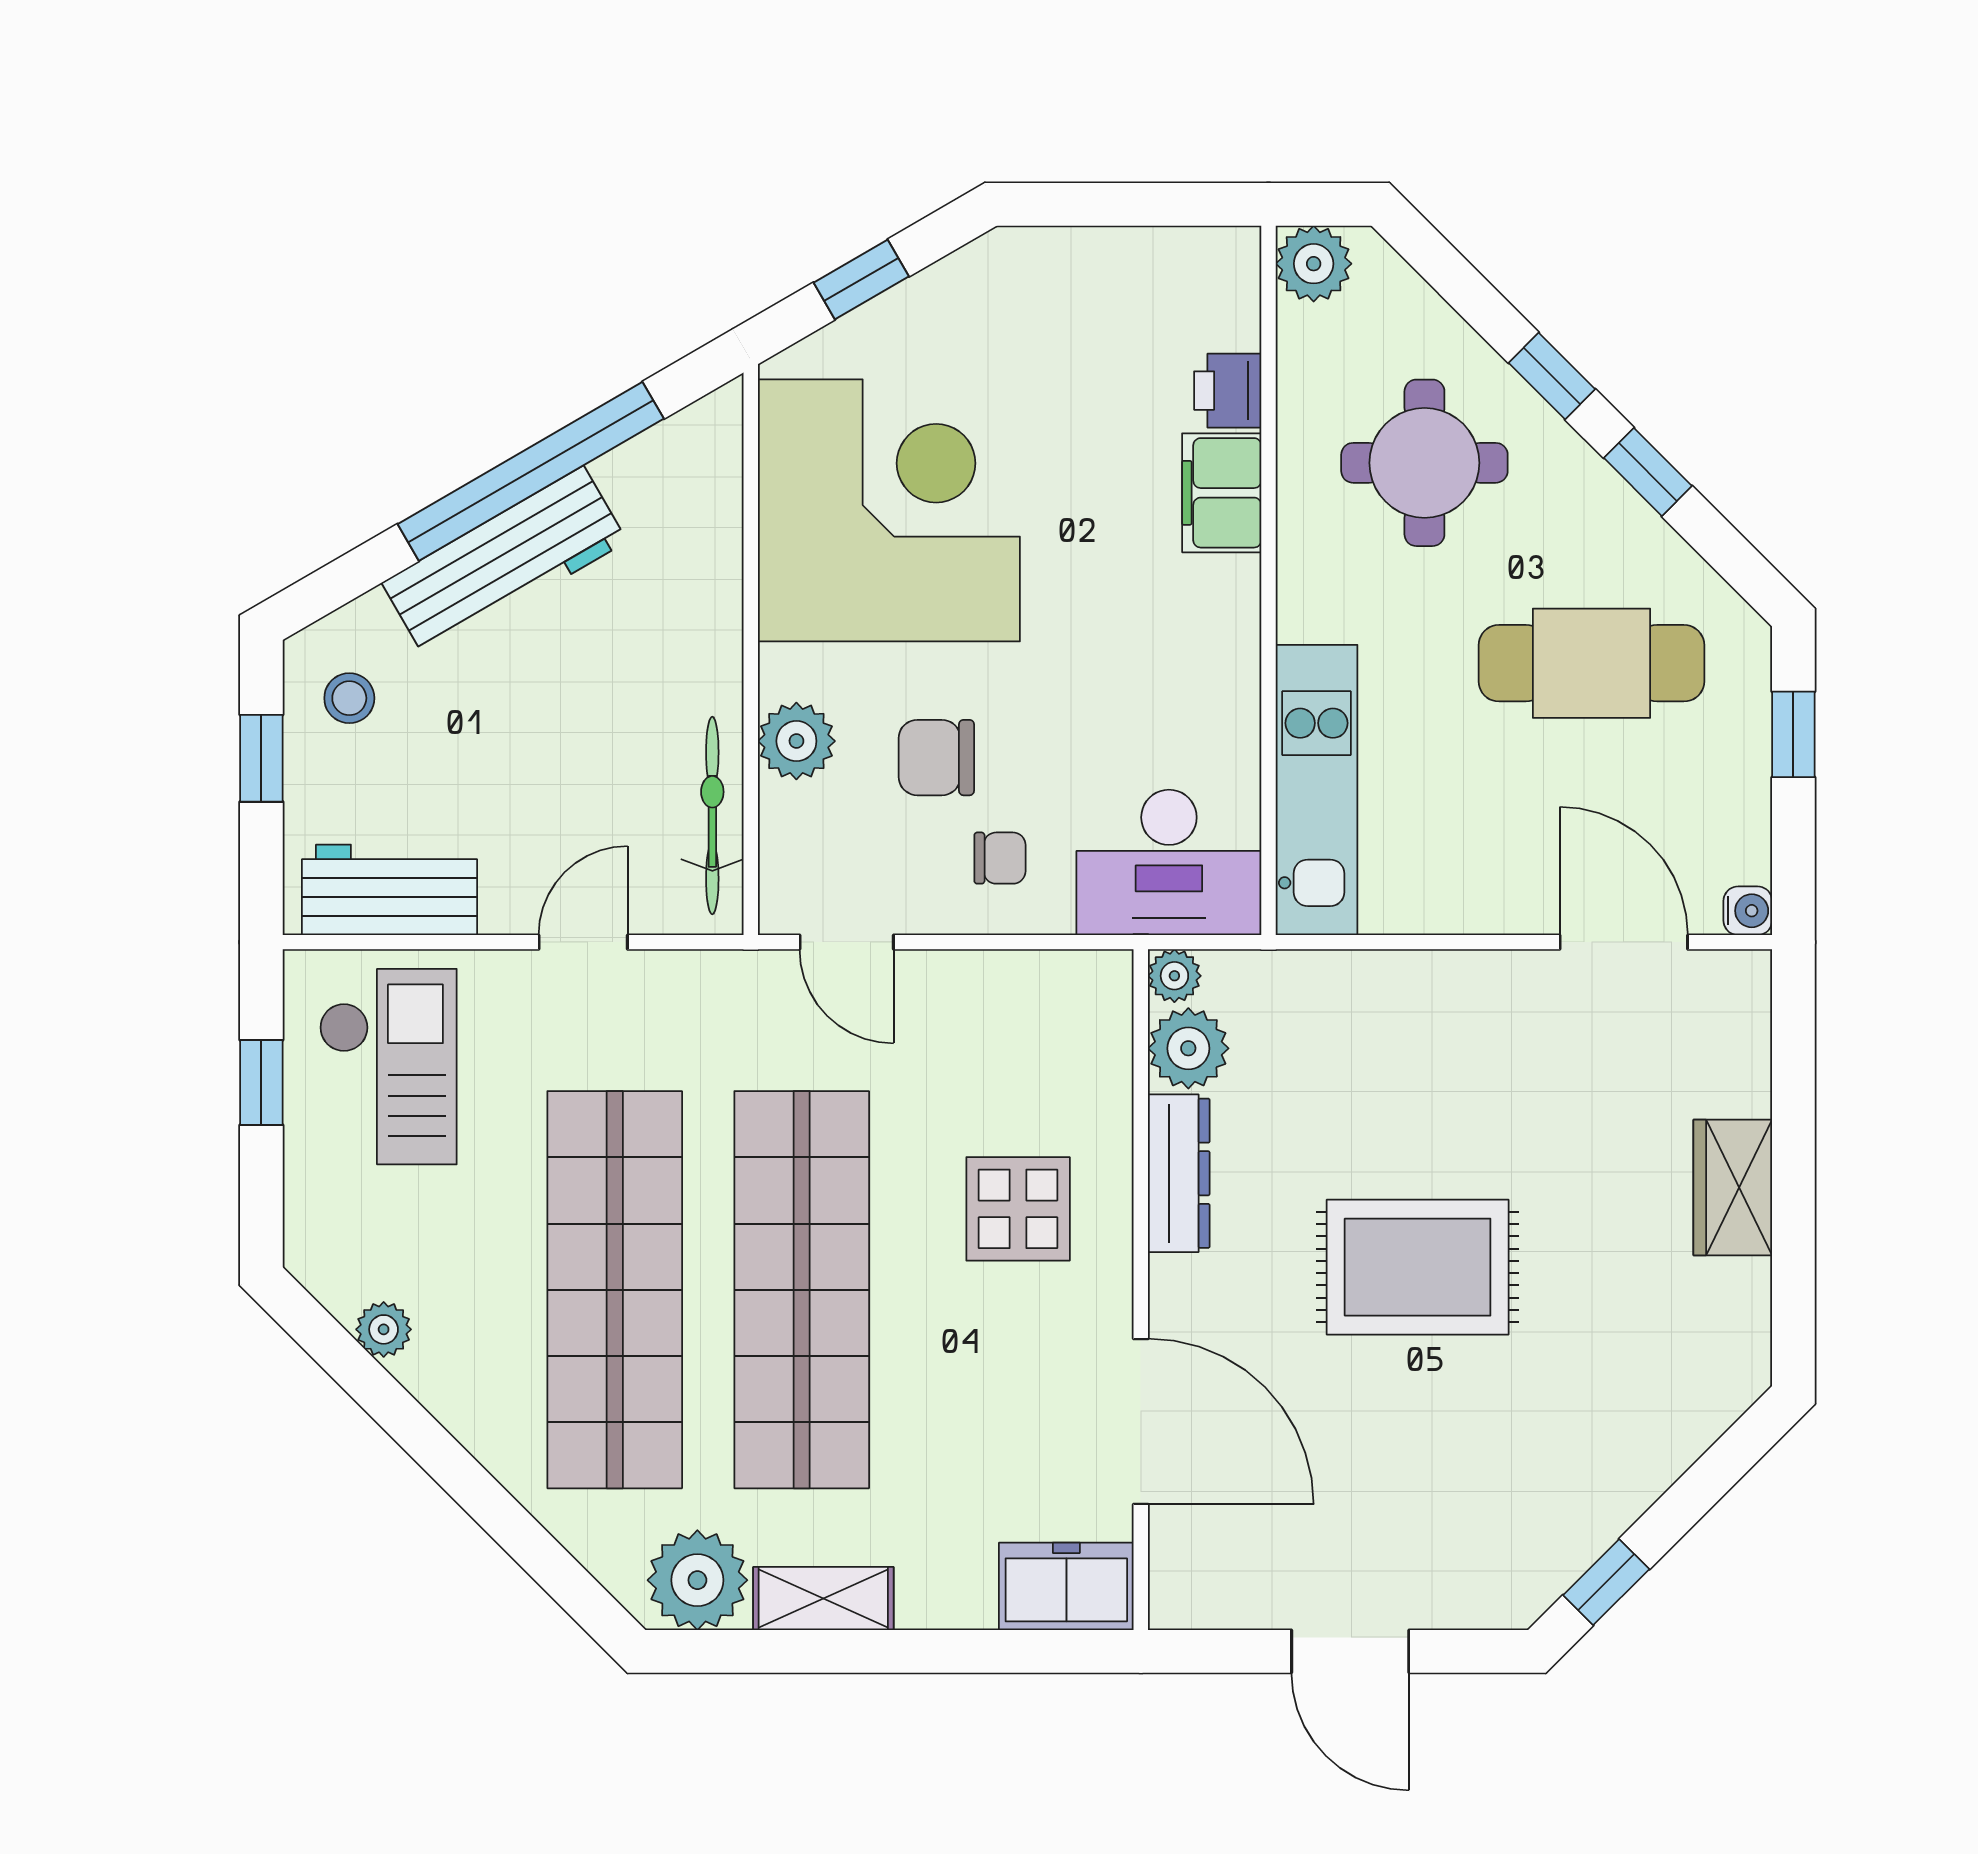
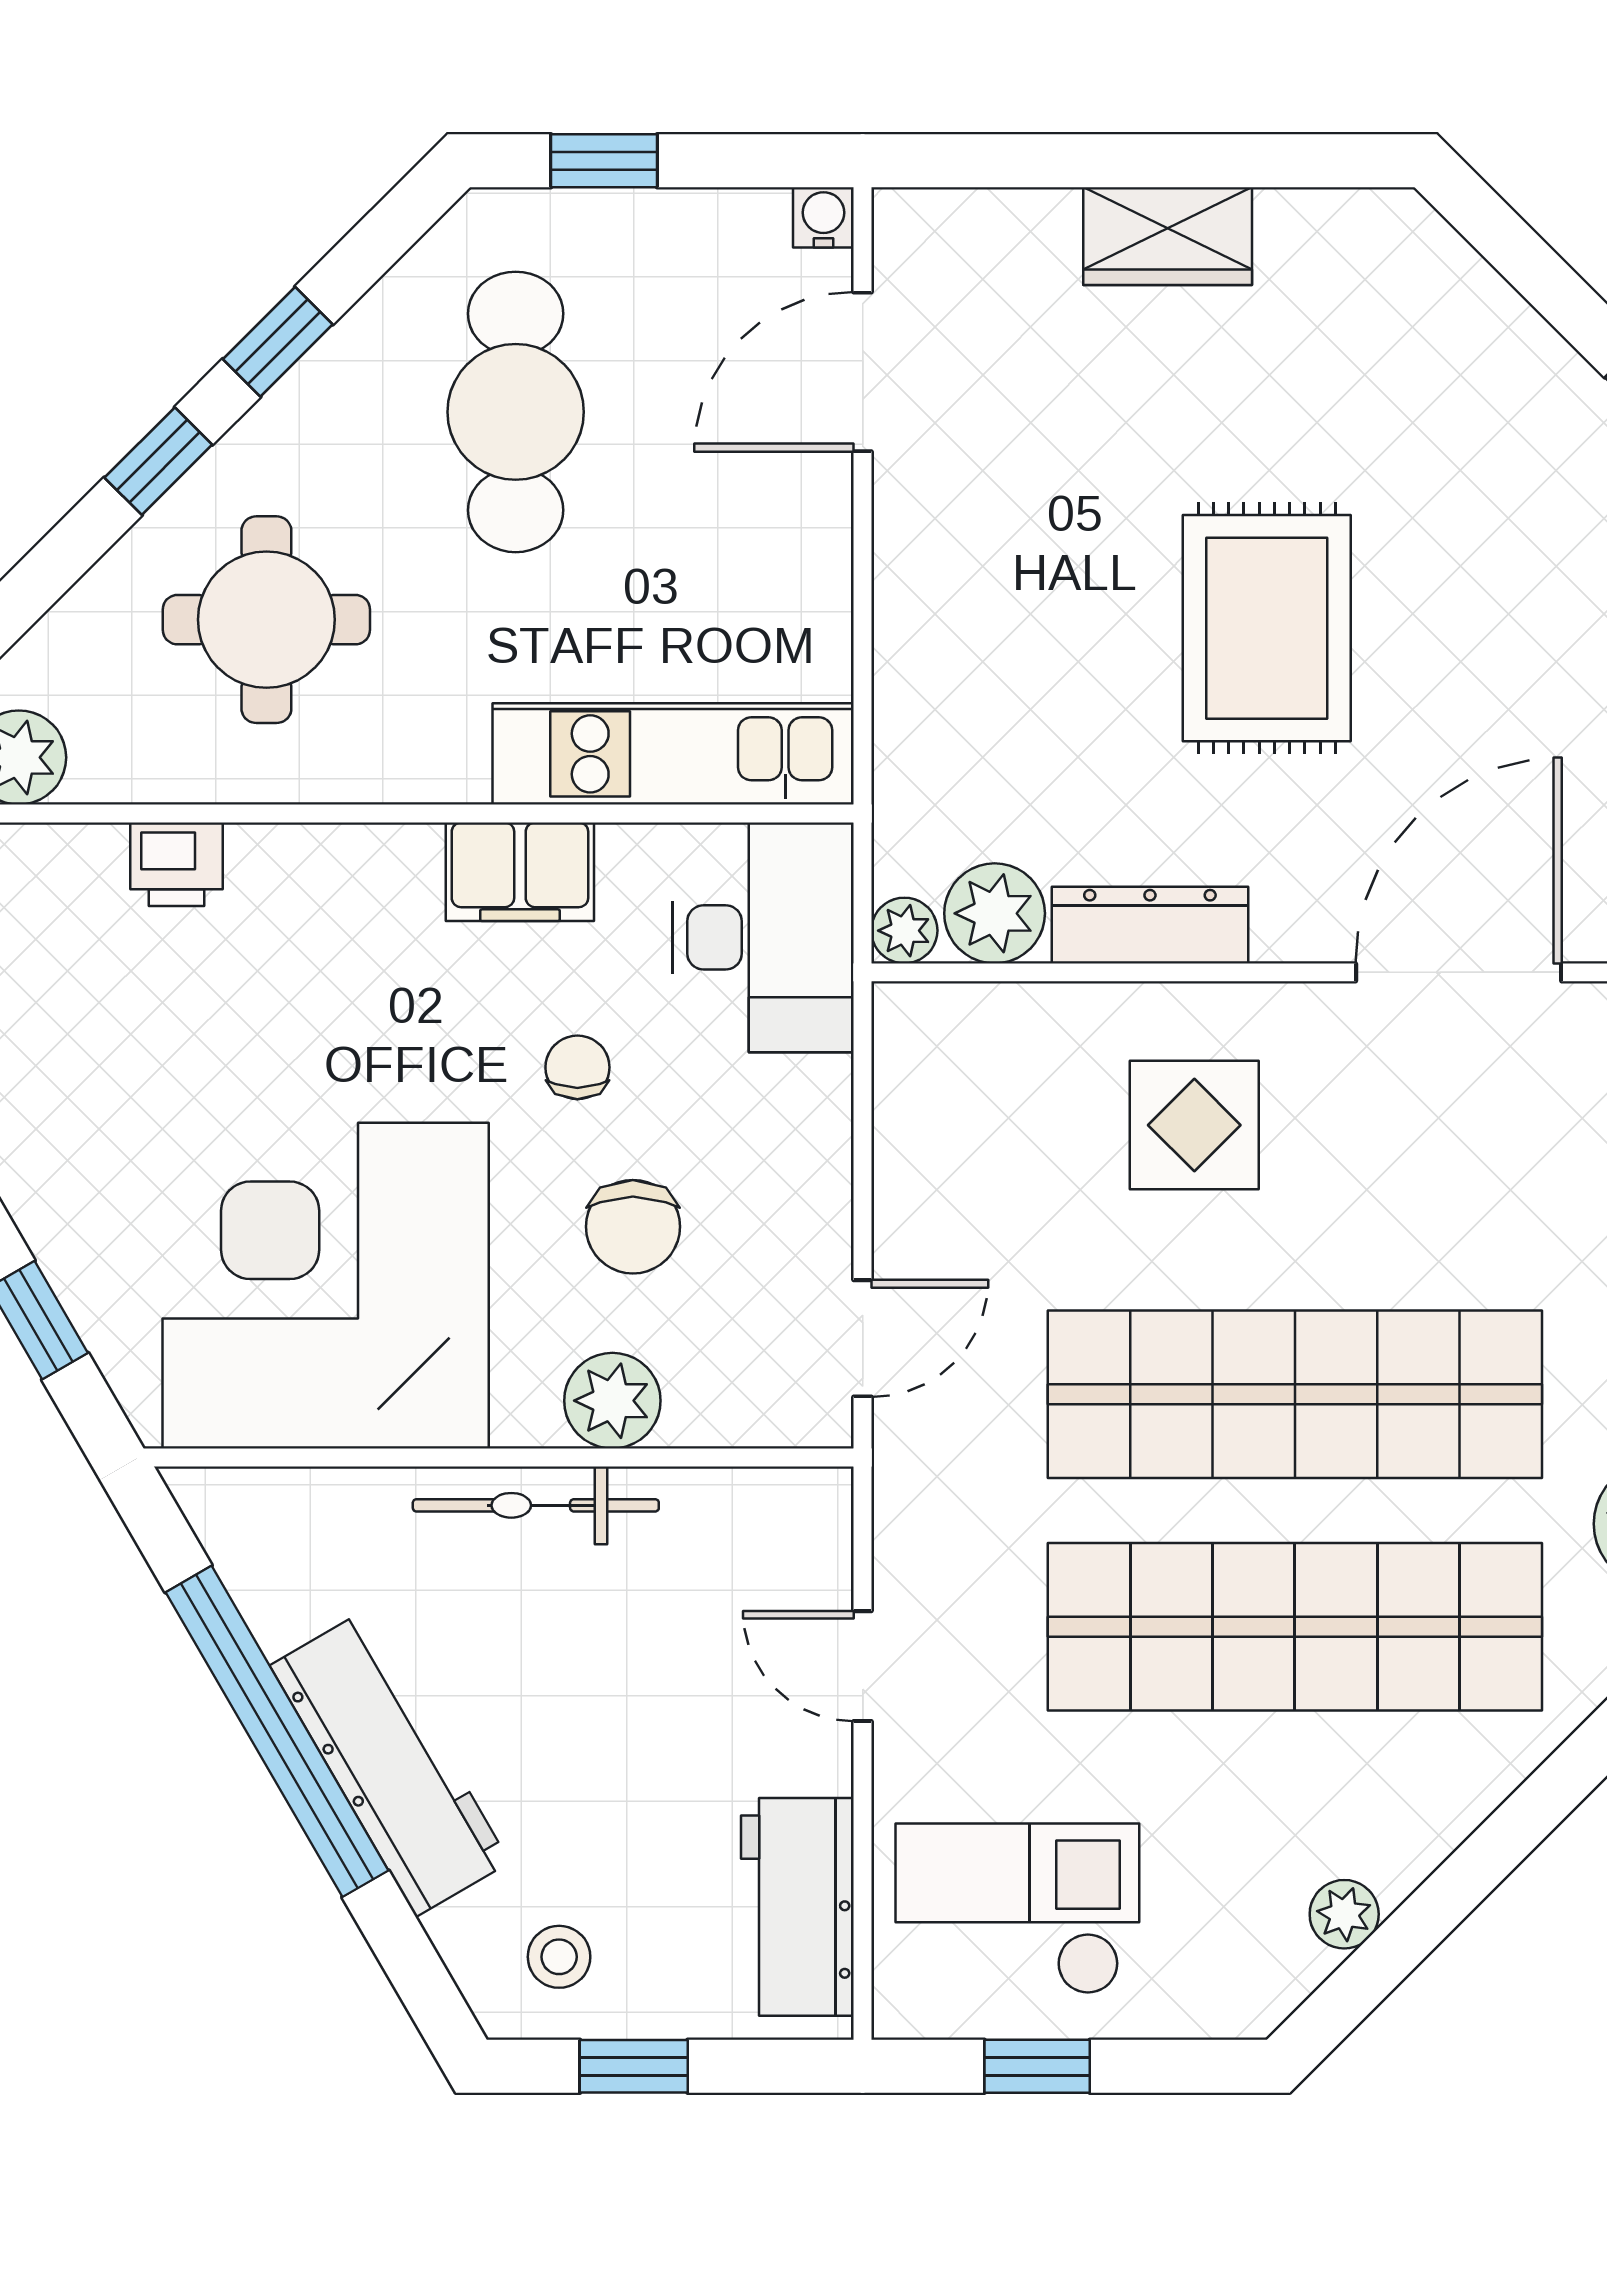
filing cabinet: (1222, 493) -> (520, 872), moved
bicycle: (712, 816) -> (536, 1505), moved
chair: (1000, 858) -> (577, 1067), moved

